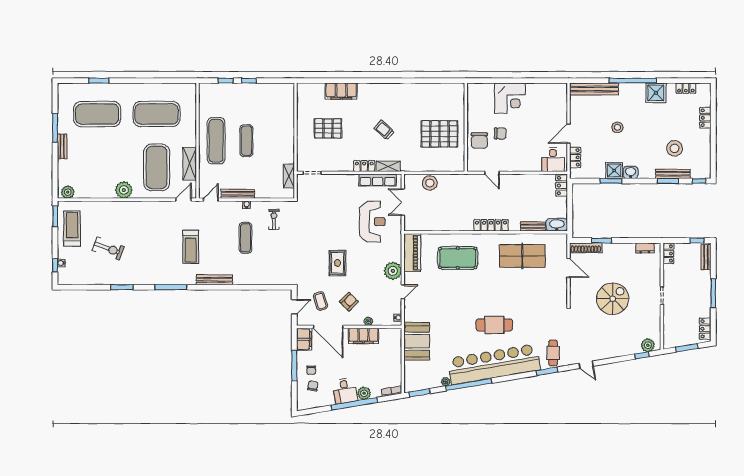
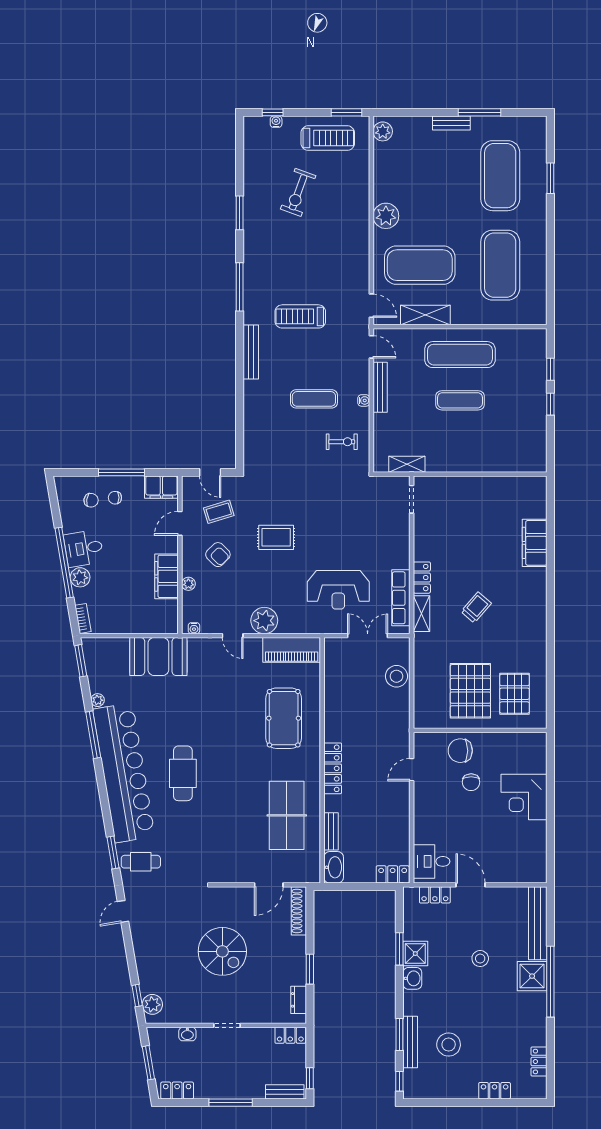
shower: (656, 93) -> (532, 976), moved
pallet: (328, 128) -> (515, 694), moved
window: (601, 241) -> (310, 969), moved
washbasin: (668, 322) -> (187, 1034), added
door: (328, 327) -> (180, 523), width x0.53
window: (469, 385) -> (93, 735), width x0.68

